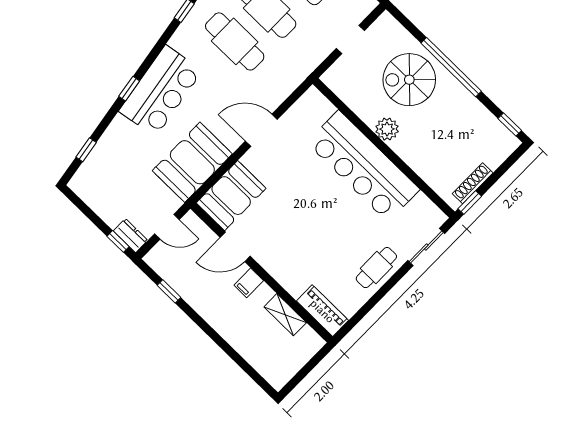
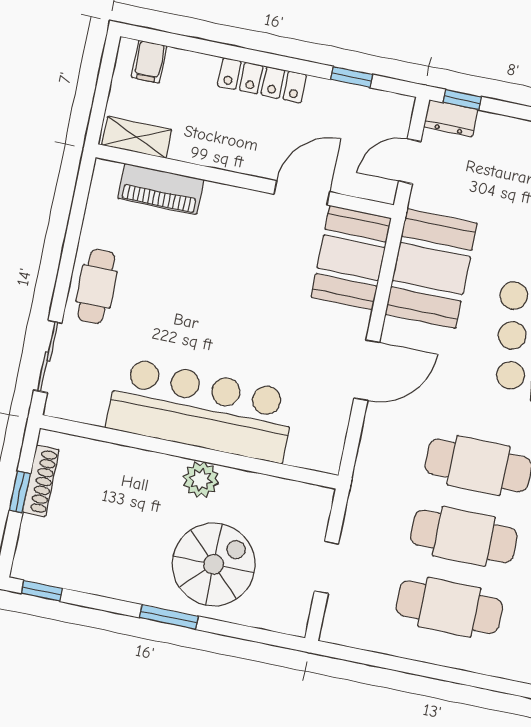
window: (451, 67) -> (169, 617), width x0.47
window: (470, 203) -> (20, 492), moved
filing cabinet: (249, 283) -> (149, 62), moved, turned 180
piano: (322, 311) -> (161, 189), moved
shelving: (285, 315) -> (137, 137), moved
locker: (218, 320) -> (262, 80), added

